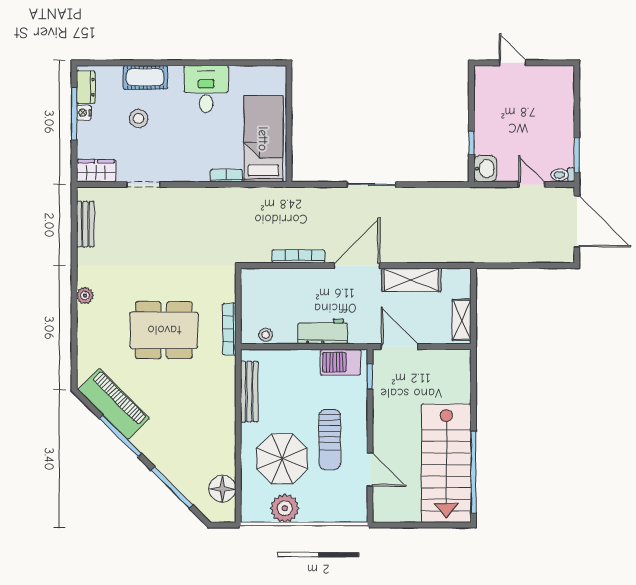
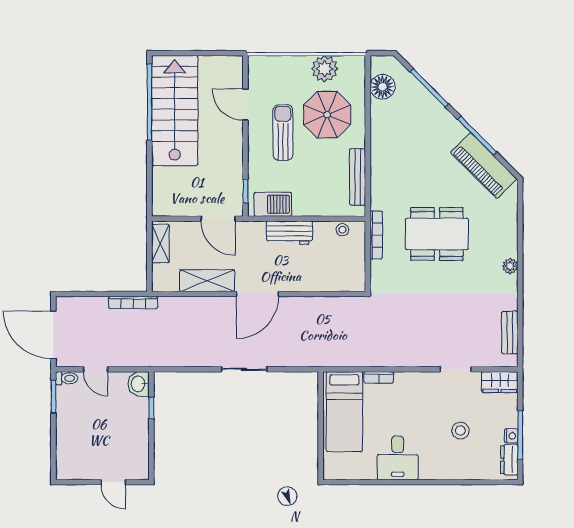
cot: (145, 77) -> (454, 469), removed
bookcase: (298, 256) -> (133, 302), moved

